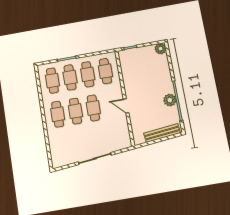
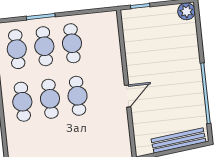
cafe table: (105, 71) -> (100, 40), removed
plant: (170, 100) -> (194, 92), removed
door: (126, 106) -> (128, 96), swing flipped

